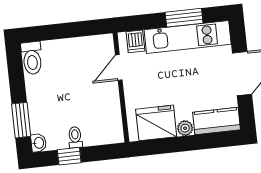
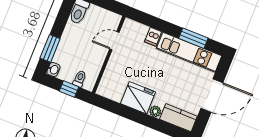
door: (119, 68) -> (114, 41), moved
wall: (121, 88) -> (109, 55), moved

